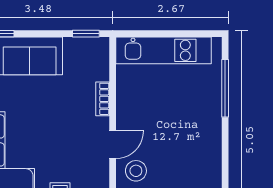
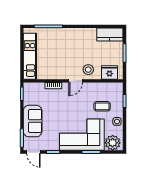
door: (113, 145) -> (76, 81), swing flipped

